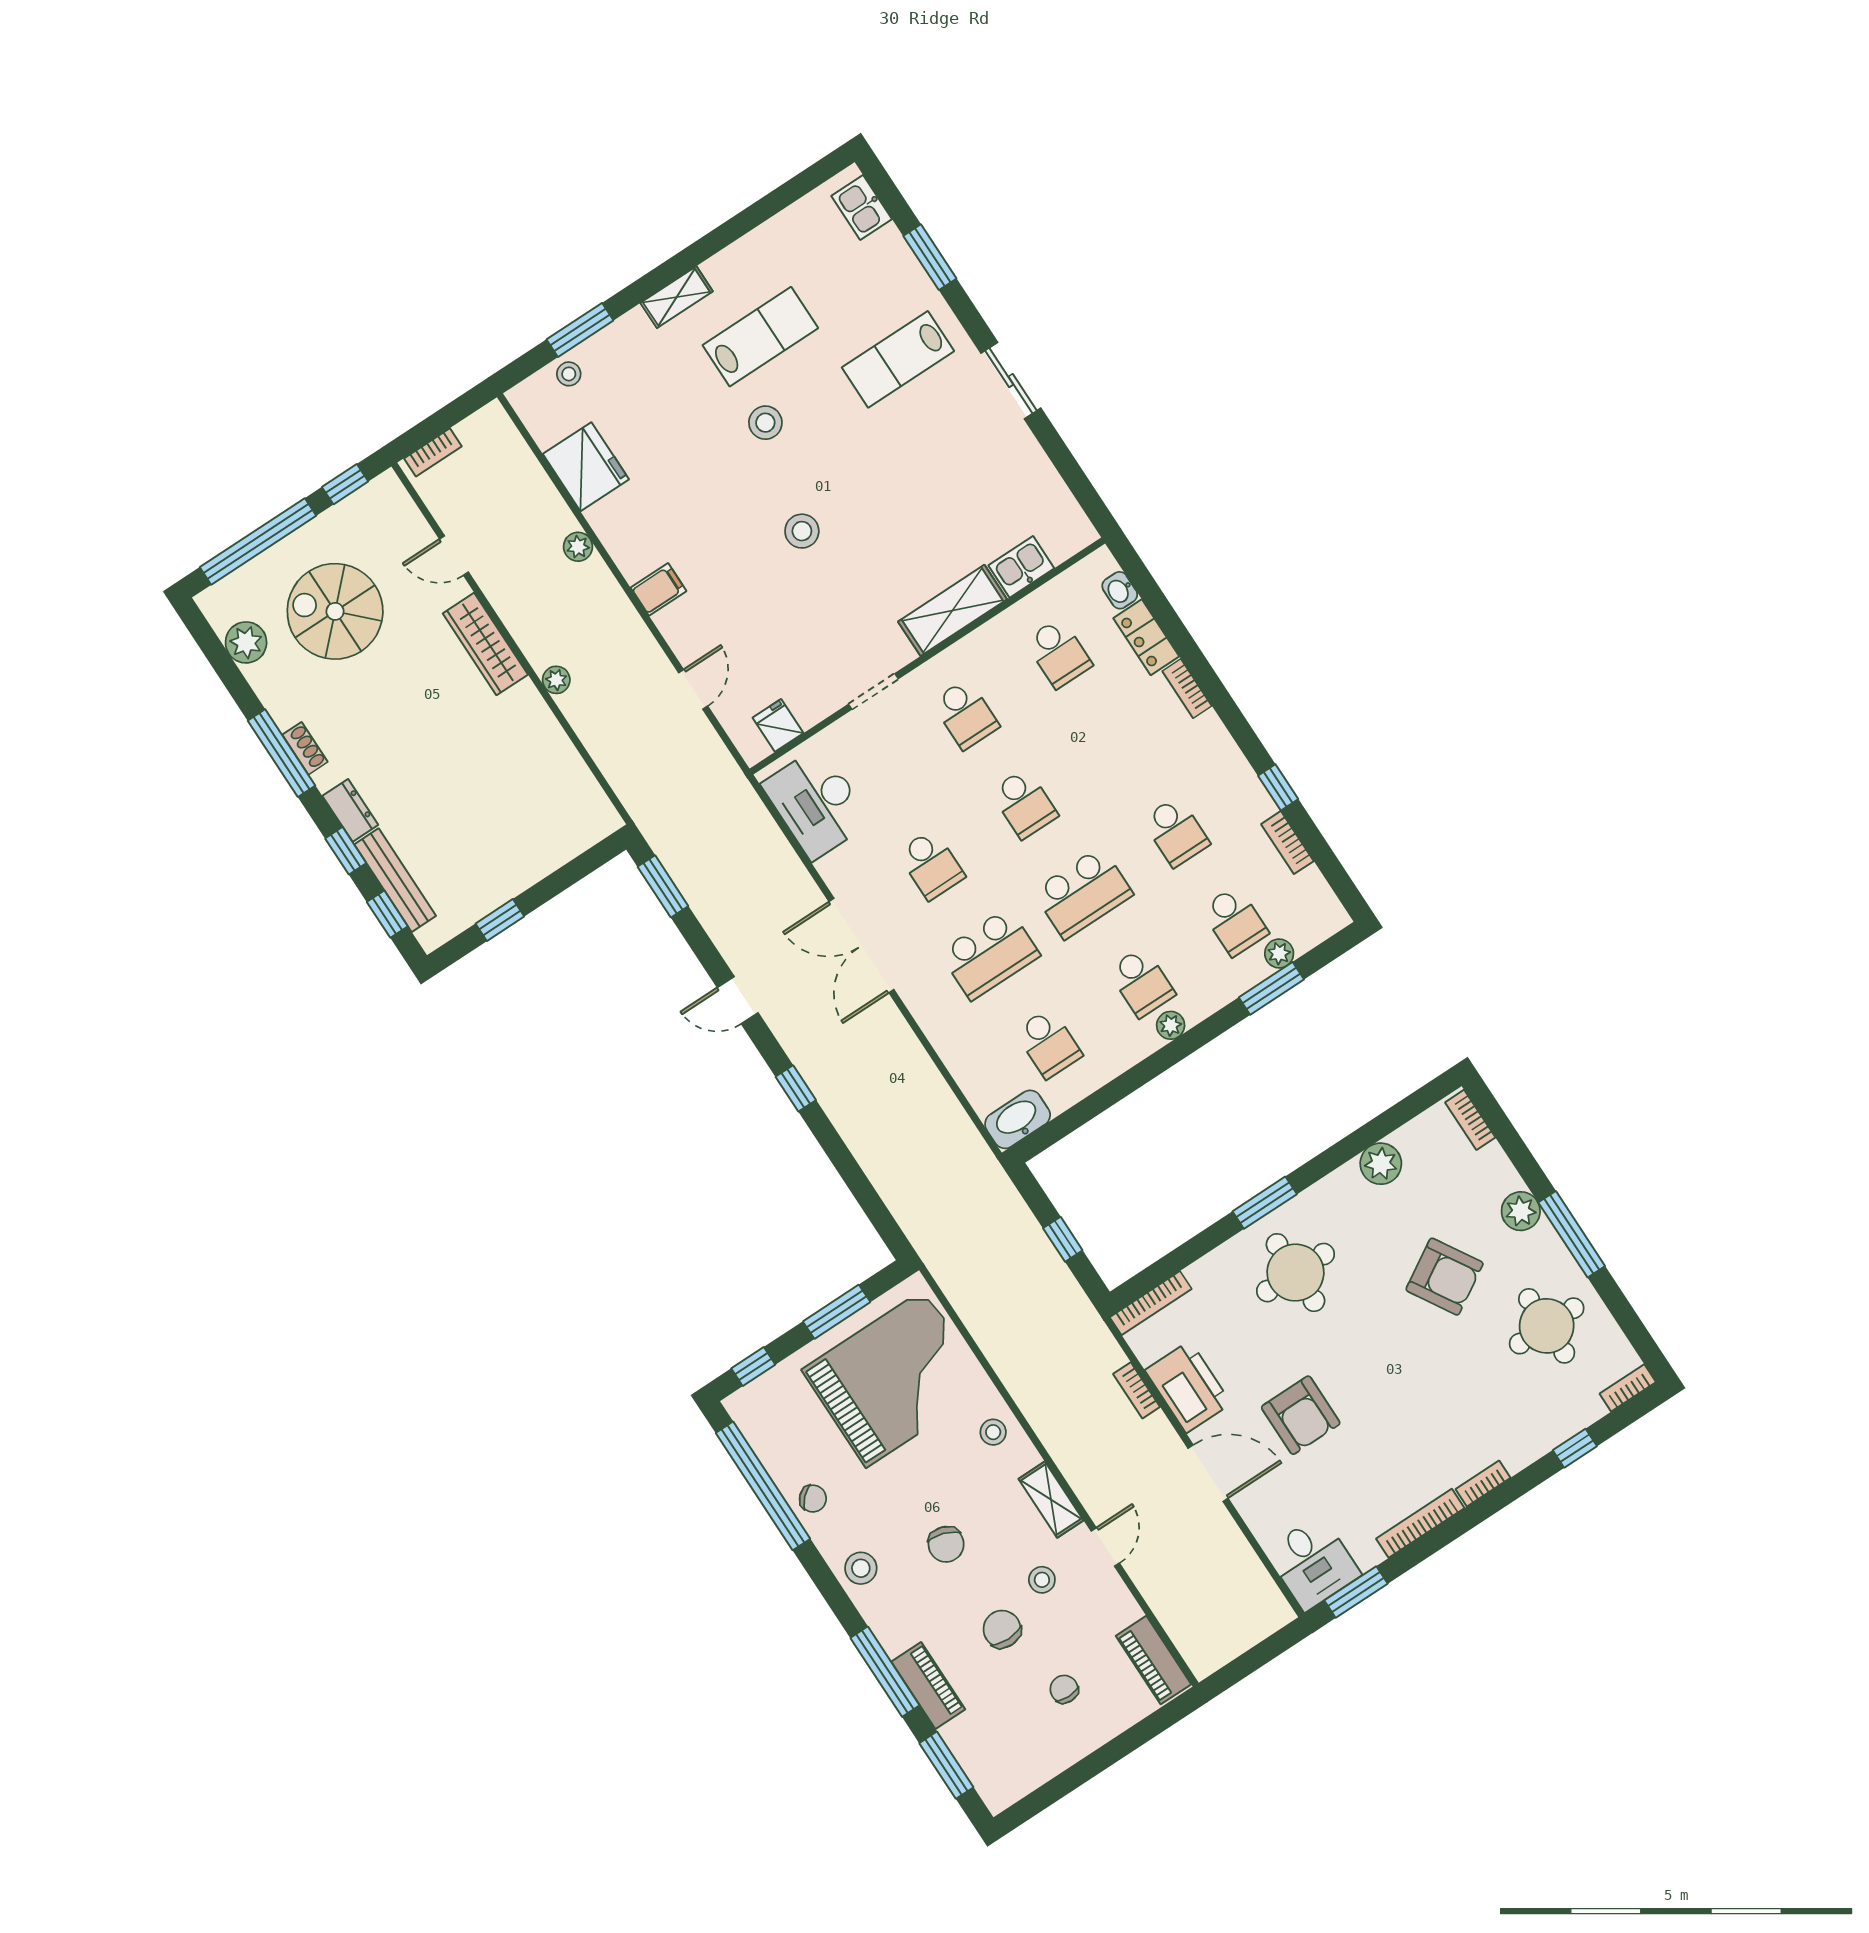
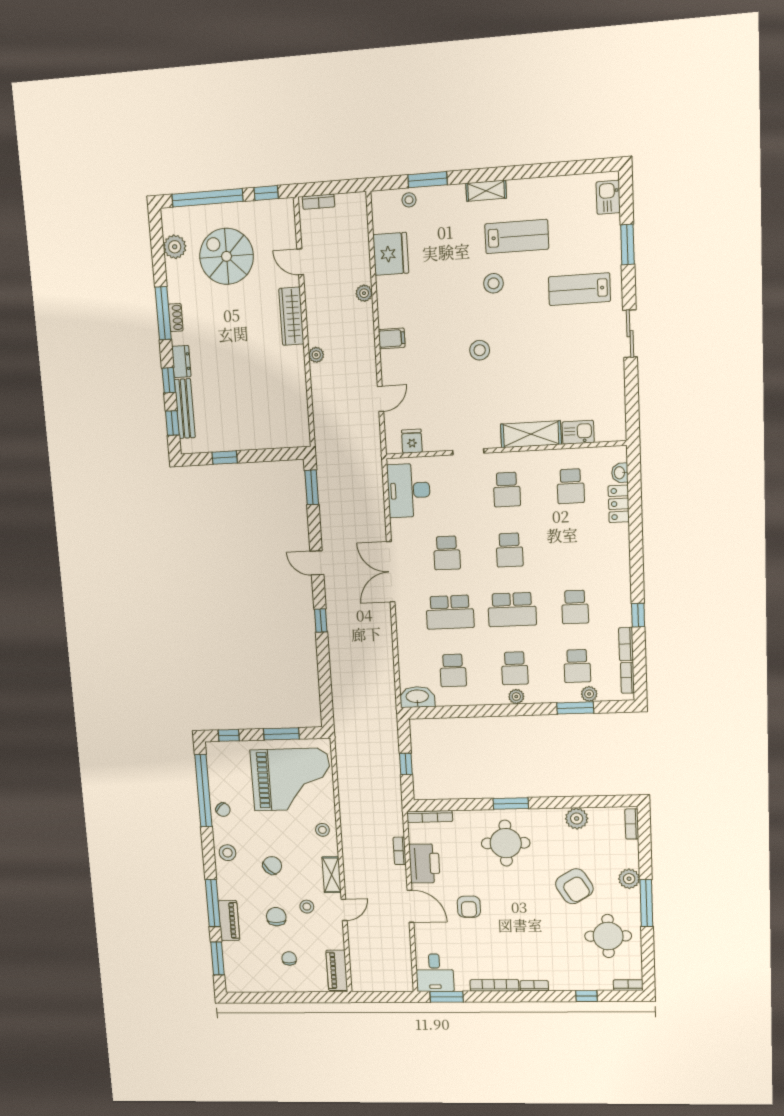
bookcase: (1187, 688) -> (627, 678), moved
armchair: (1301, 1415) -> (469, 907), width x0.72, depth x0.72
chair: (946, 1544) -> (272, 865), turned -152

